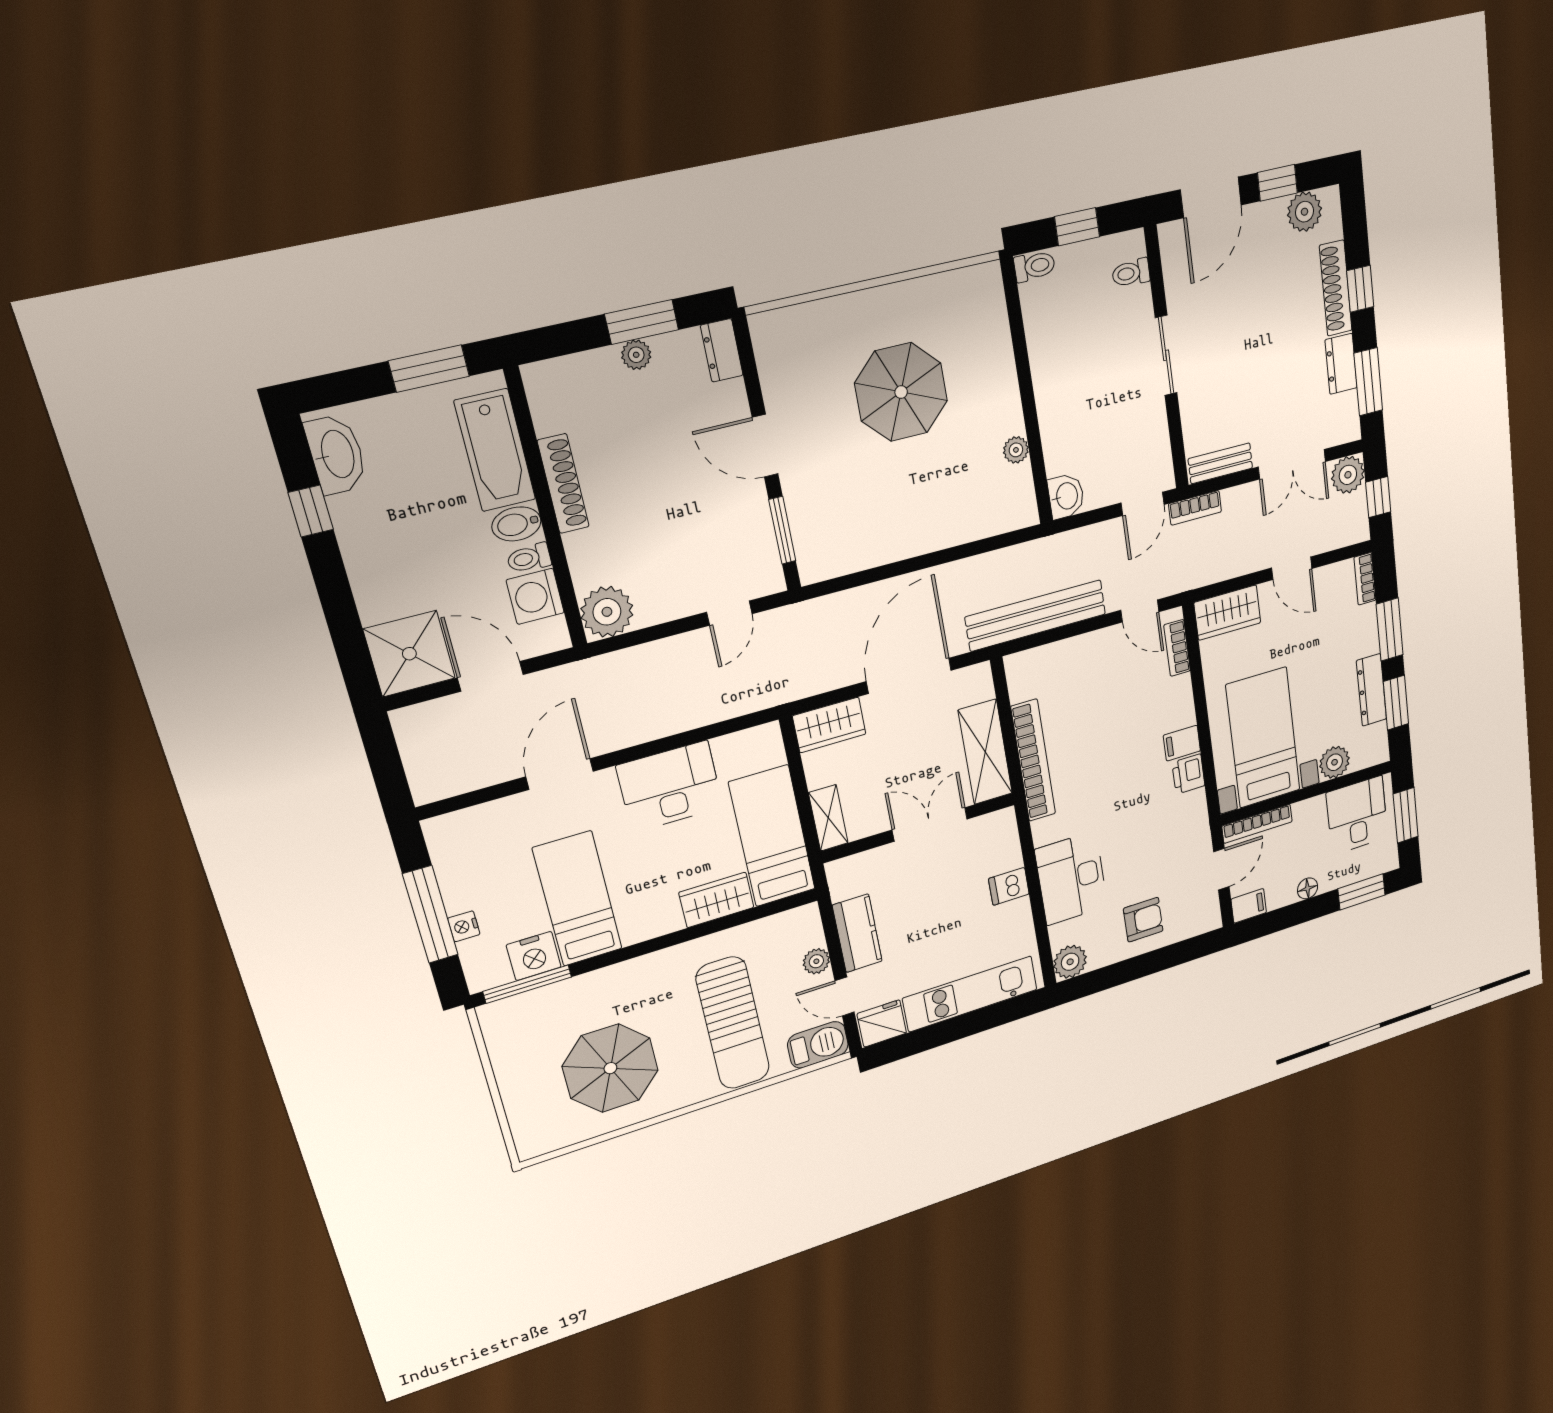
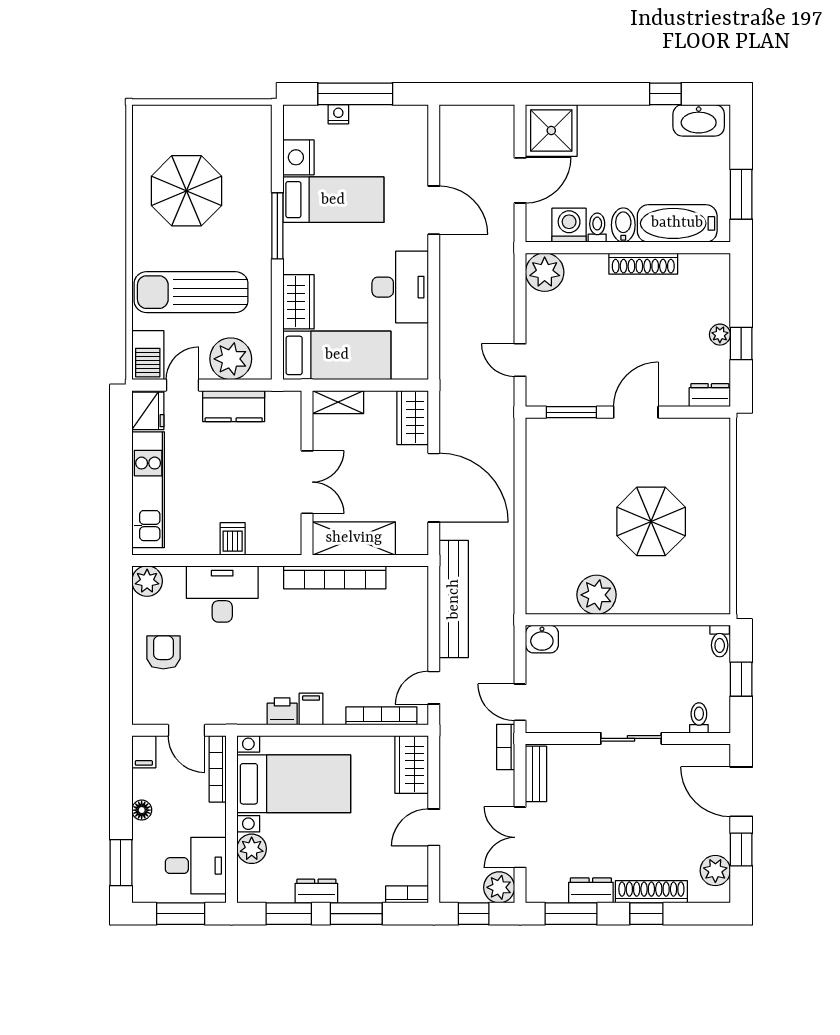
window: (642, 322) -> (741, 343), width x0.67
plant: (1016, 450) -> (596, 595), width x1.87, depth x1.87
bookcase: (1177, 648) -> (381, 716), width x1.56
dresser: (1371, 690) -> (316, 891), width x0.70
armchair: (1143, 920) -> (163, 652), turned 180
plant: (816, 961) -> (231, 359), width x1.88, depth x1.88
window: (527, 984) -> (277, 226), moved

